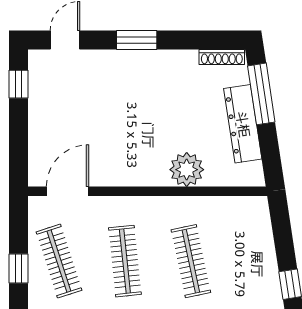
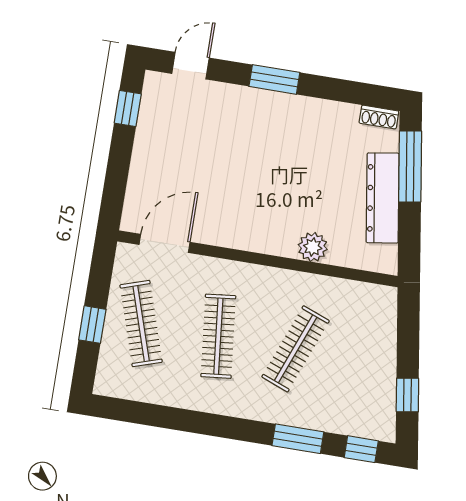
shoe rack: (222, 57) -> (379, 117), width x0.70
plant: (187, 170) -> (313, 247), width x0.73, depth x0.73
clothes rail: (191, 261) -> (296, 349), turned 33

